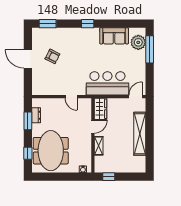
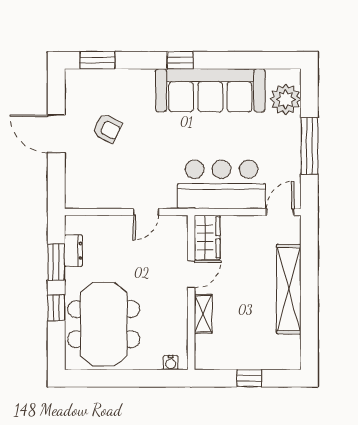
sofa: (114, 36) -> (210, 90), width x1.85, depth x1.27
window: (150, 49) -> (309, 146), moved
door: (71, 97) -> (146, 212), hinge flipped
window: (28, 153) -> (56, 308), moved
window: (109, 177) -> (249, 378), moved

